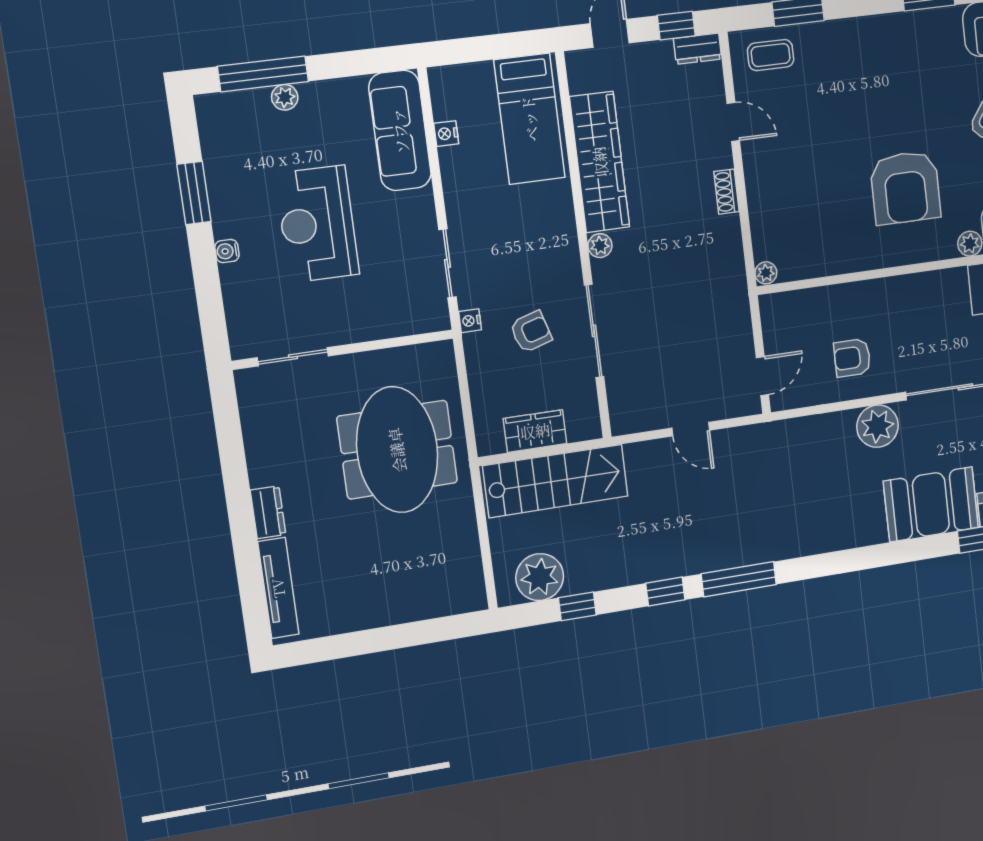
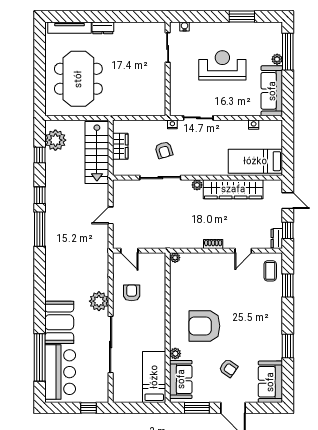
sofa: (400, 131) -> (272, 91), moved, turned -90
water cooler: (227, 251) -> (185, 26), moved
meeting table: (397, 450) -> (78, 79), moved, turned 90

